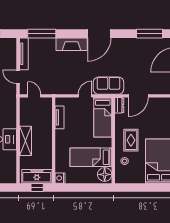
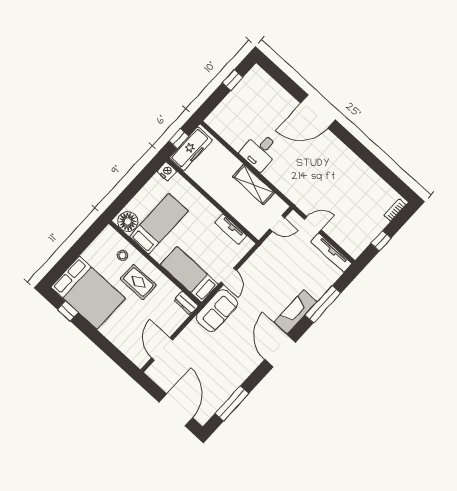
window: (42, 34) -> (323, 304), moved
door: (138, 96) -> (162, 349), moved
shelving: (25, 141) -> (254, 185), moved

